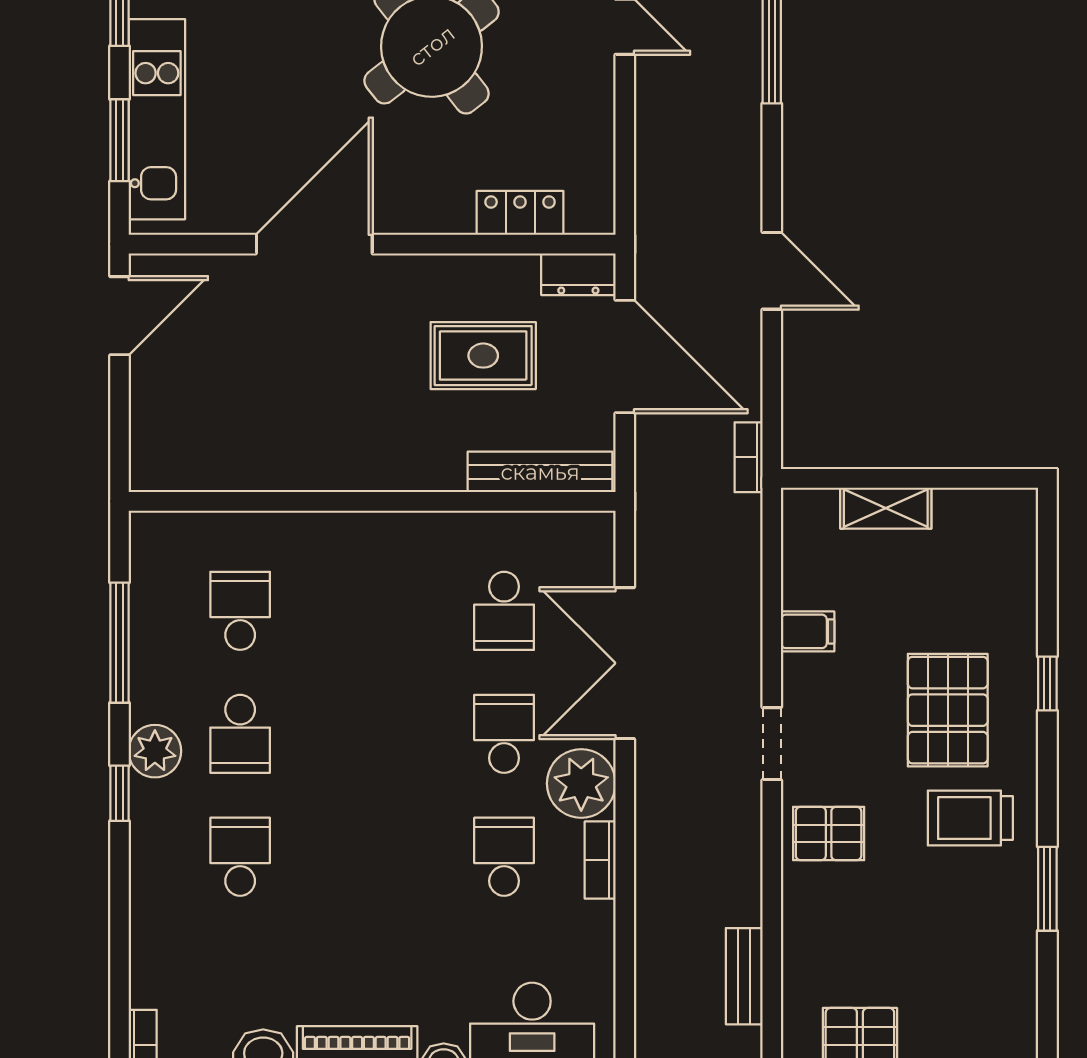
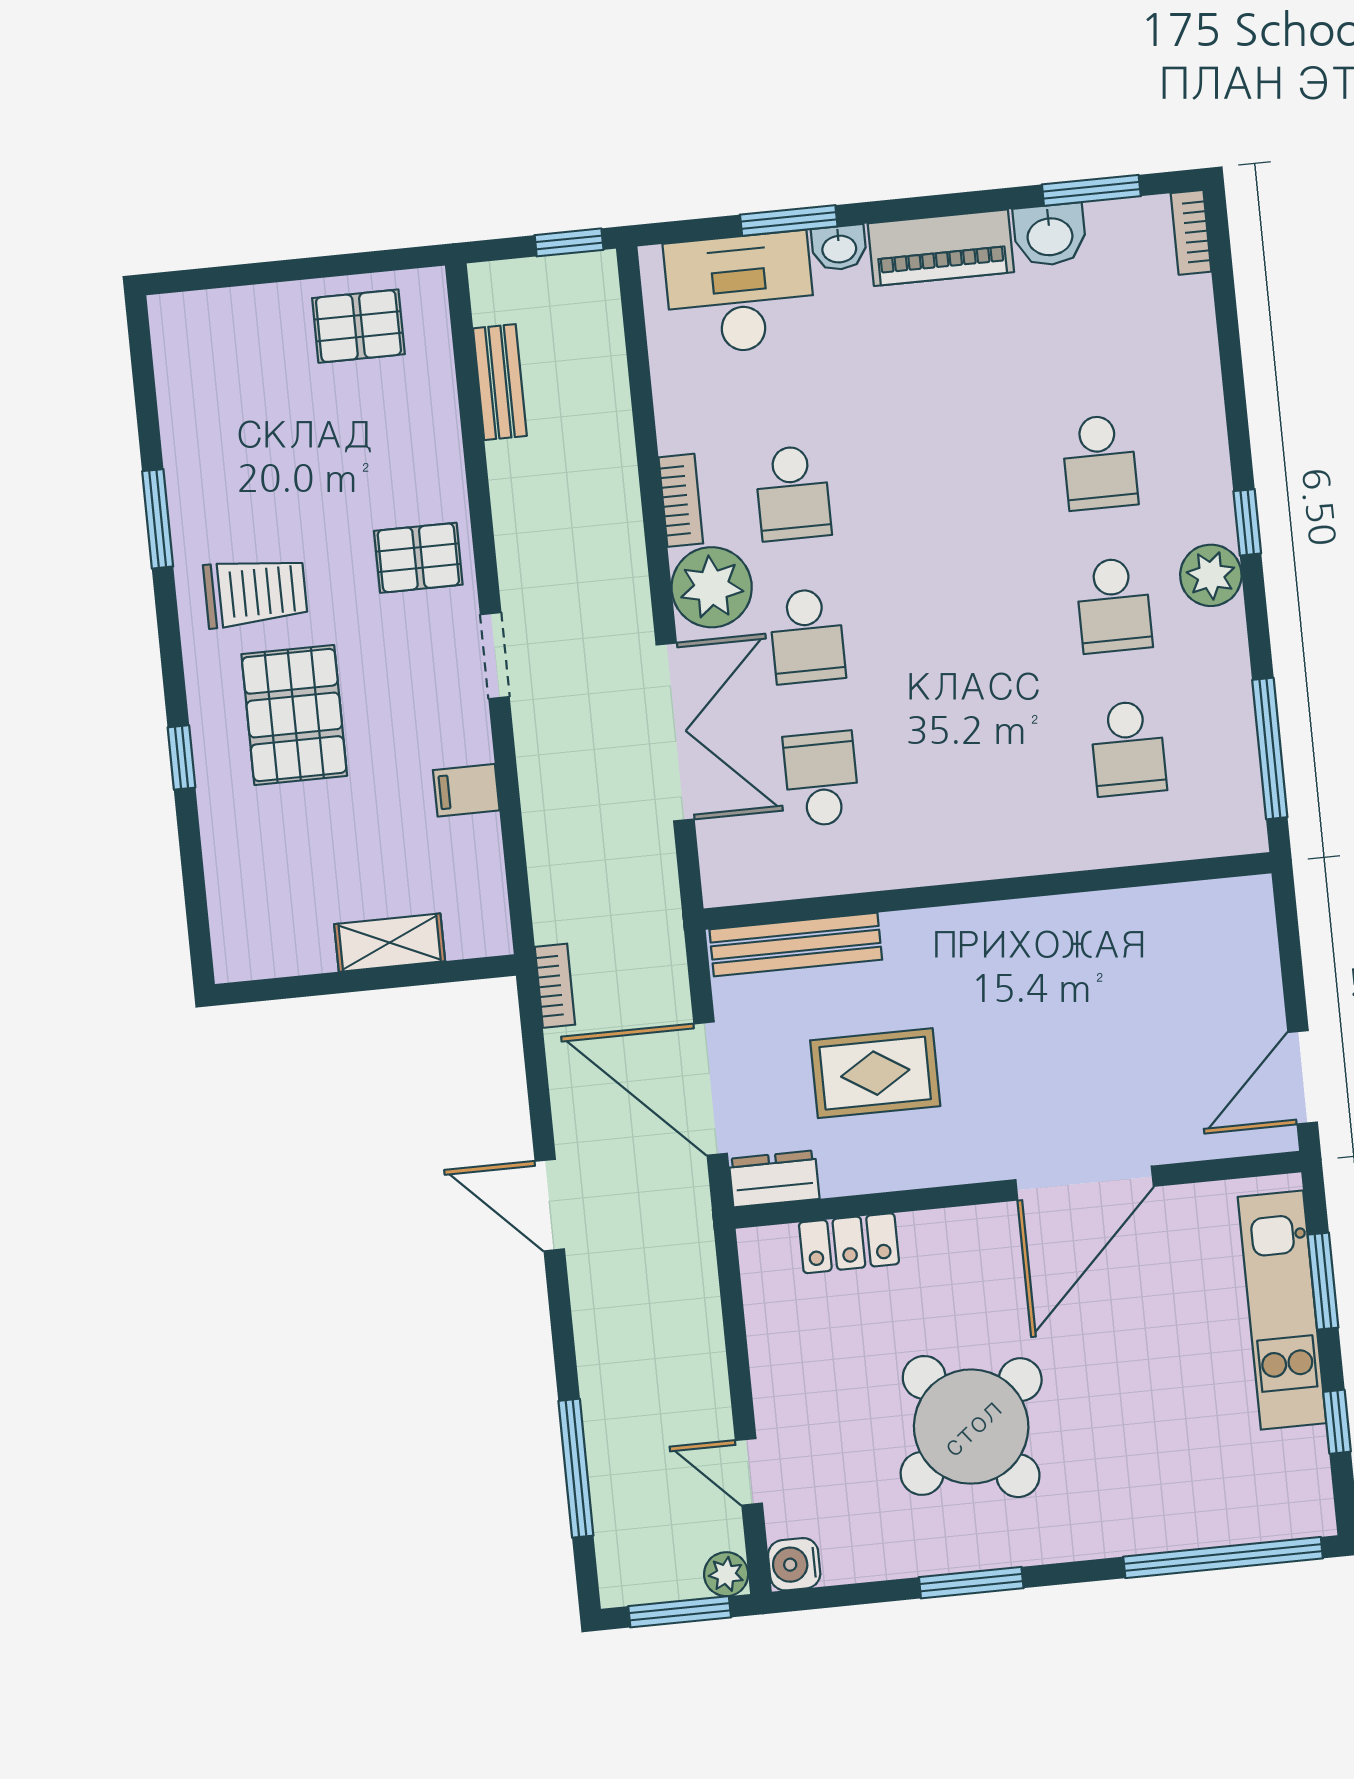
window: (119, 643) -> (1270, 748), moved
school desk: (240, 734) -> (1114, 605), turned 180

